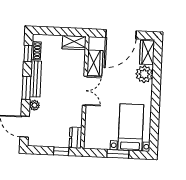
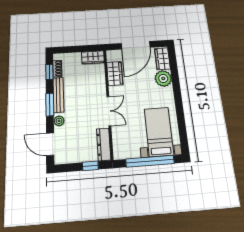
double door: (85, 91) -> (109, 111), moved
dresser: (76, 138) -> (104, 144), width x1.44
window: (118, 154) -> (150, 161), width x2.11

